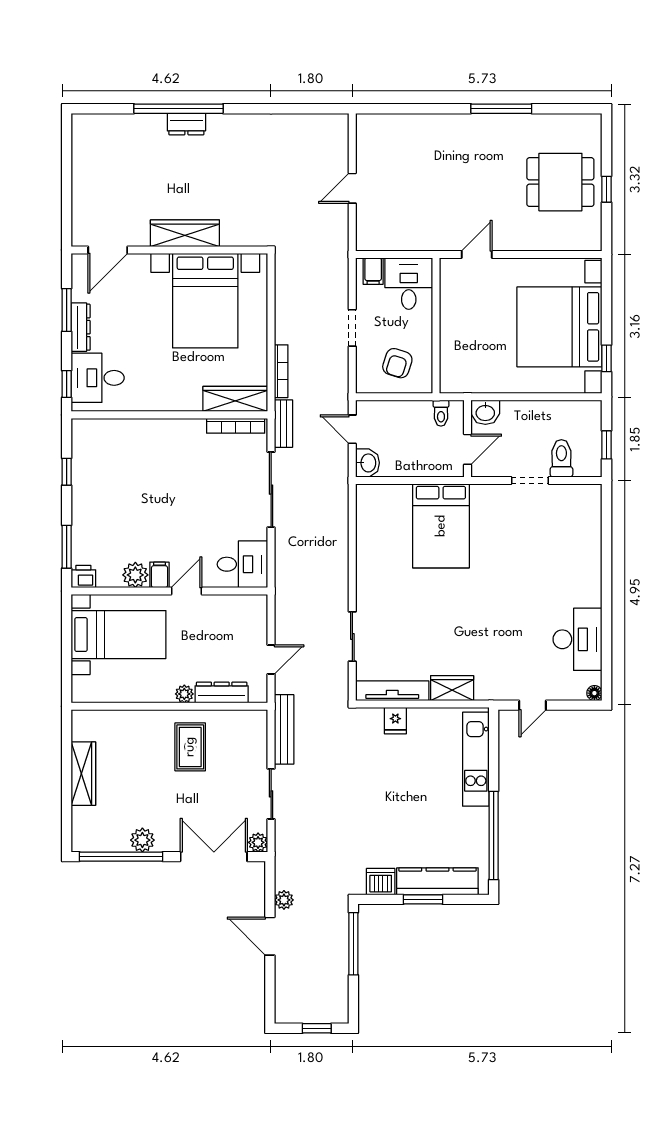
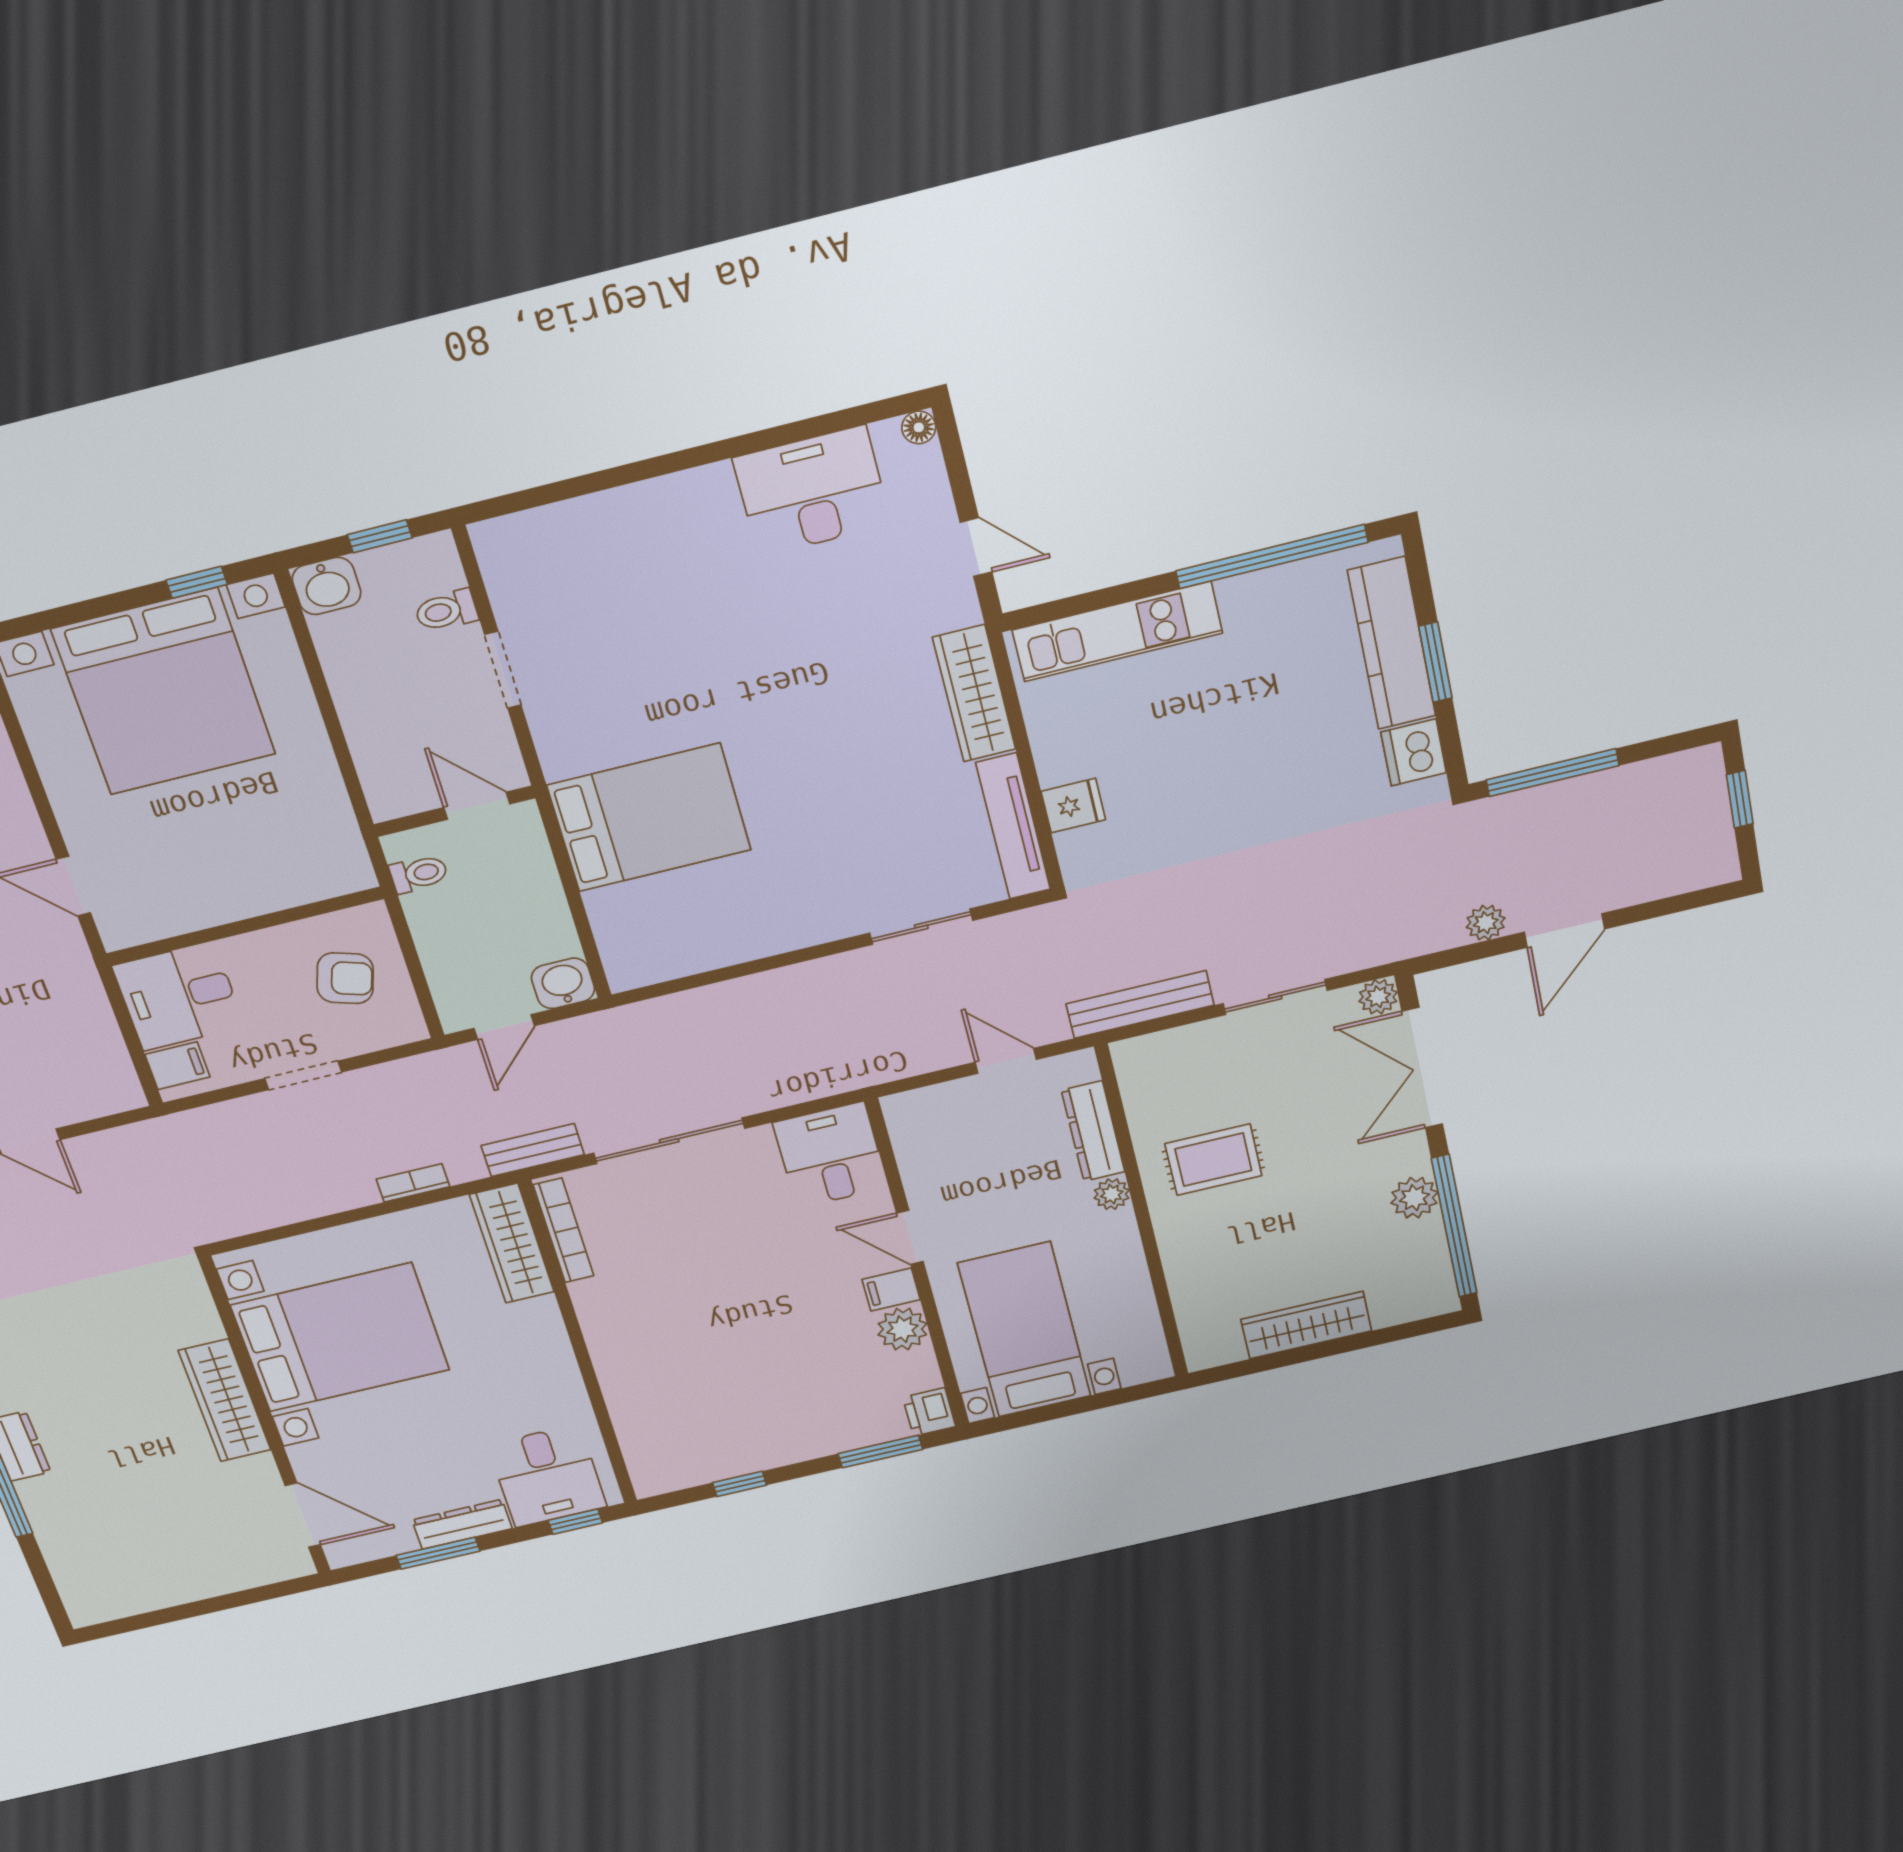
bookcase: (281, 371) -> (413, 1183), width x0.64
washbasin: (485, 412) -> (327, 586), moved, turned 90
toilet: (561, 458) -> (446, 611), width x0.73, depth x0.72
wardrobe: (452, 688) -> (974, 693), width x1.50

